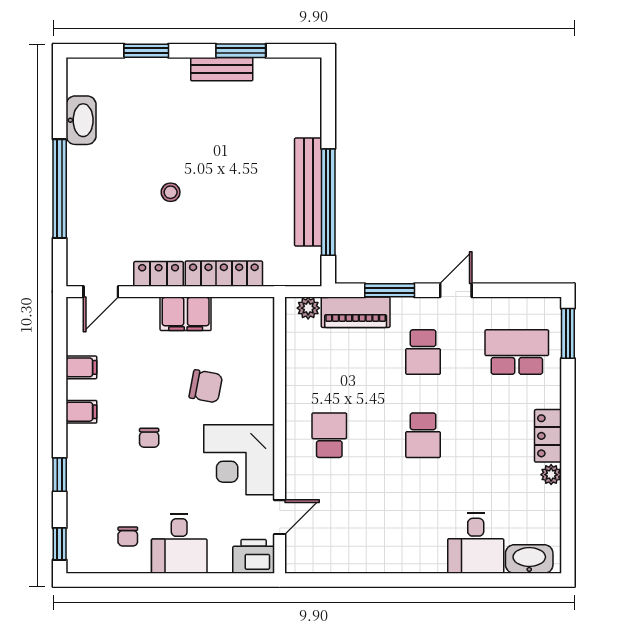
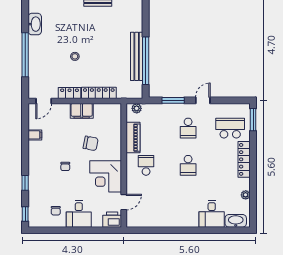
piano: (356, 312) -> (133, 138), moved, turned -90
filing cabinet: (81, 412) -> (35, 155), removed
locker: (548, 436) -> (244, 159), width x1.53
plant: (551, 475) -> (246, 195), moved

